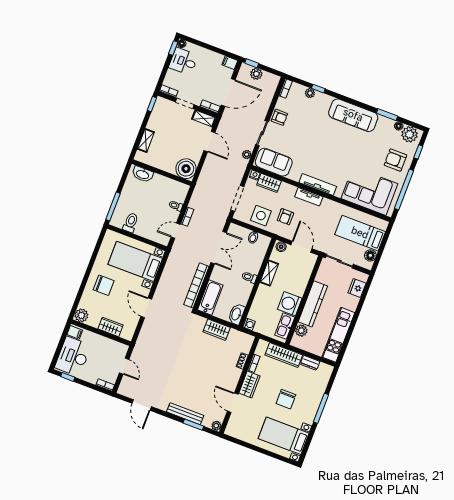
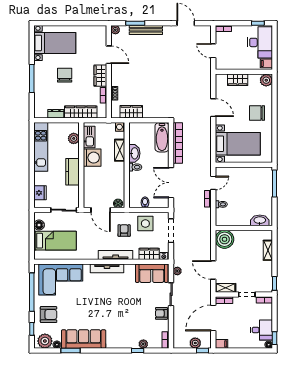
sofa: (353, 115) -> (84, 339), moved
tv unit: (309, 197) -> (116, 255), width x1.41
toilet: (131, 223) -> (254, 175), removed
shelving: (269, 273) -> (120, 150), moved
kitchen counter: (313, 304) -> (72, 172), width x0.67
washbasin: (236, 314) -> (134, 153), moved
wardrobe: (217, 330) -> (131, 112), moved

